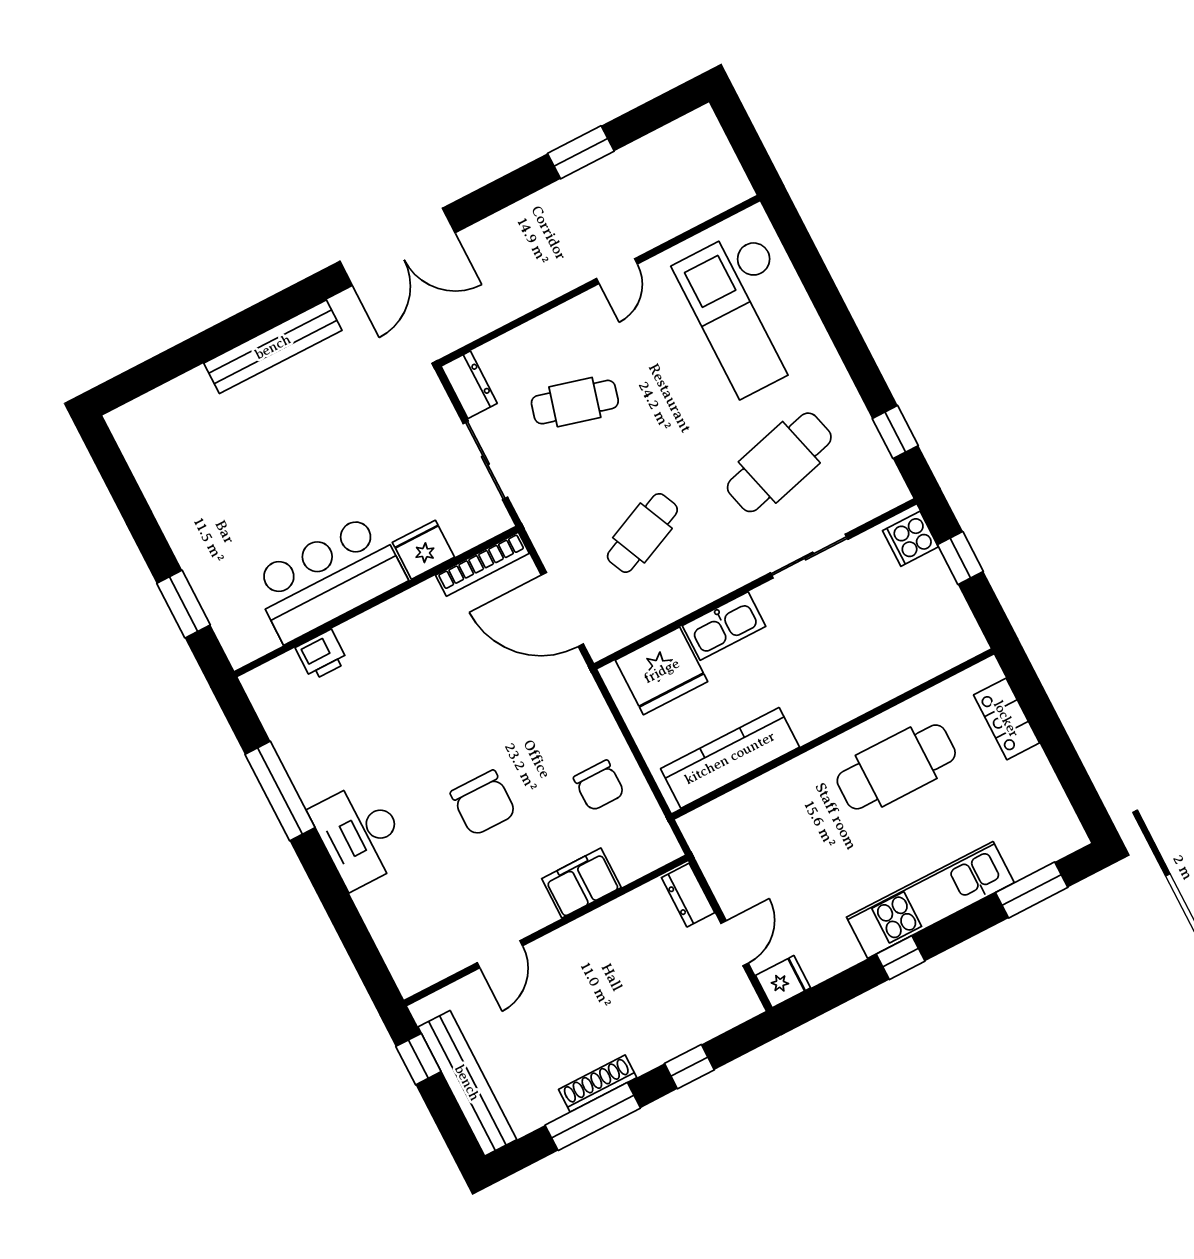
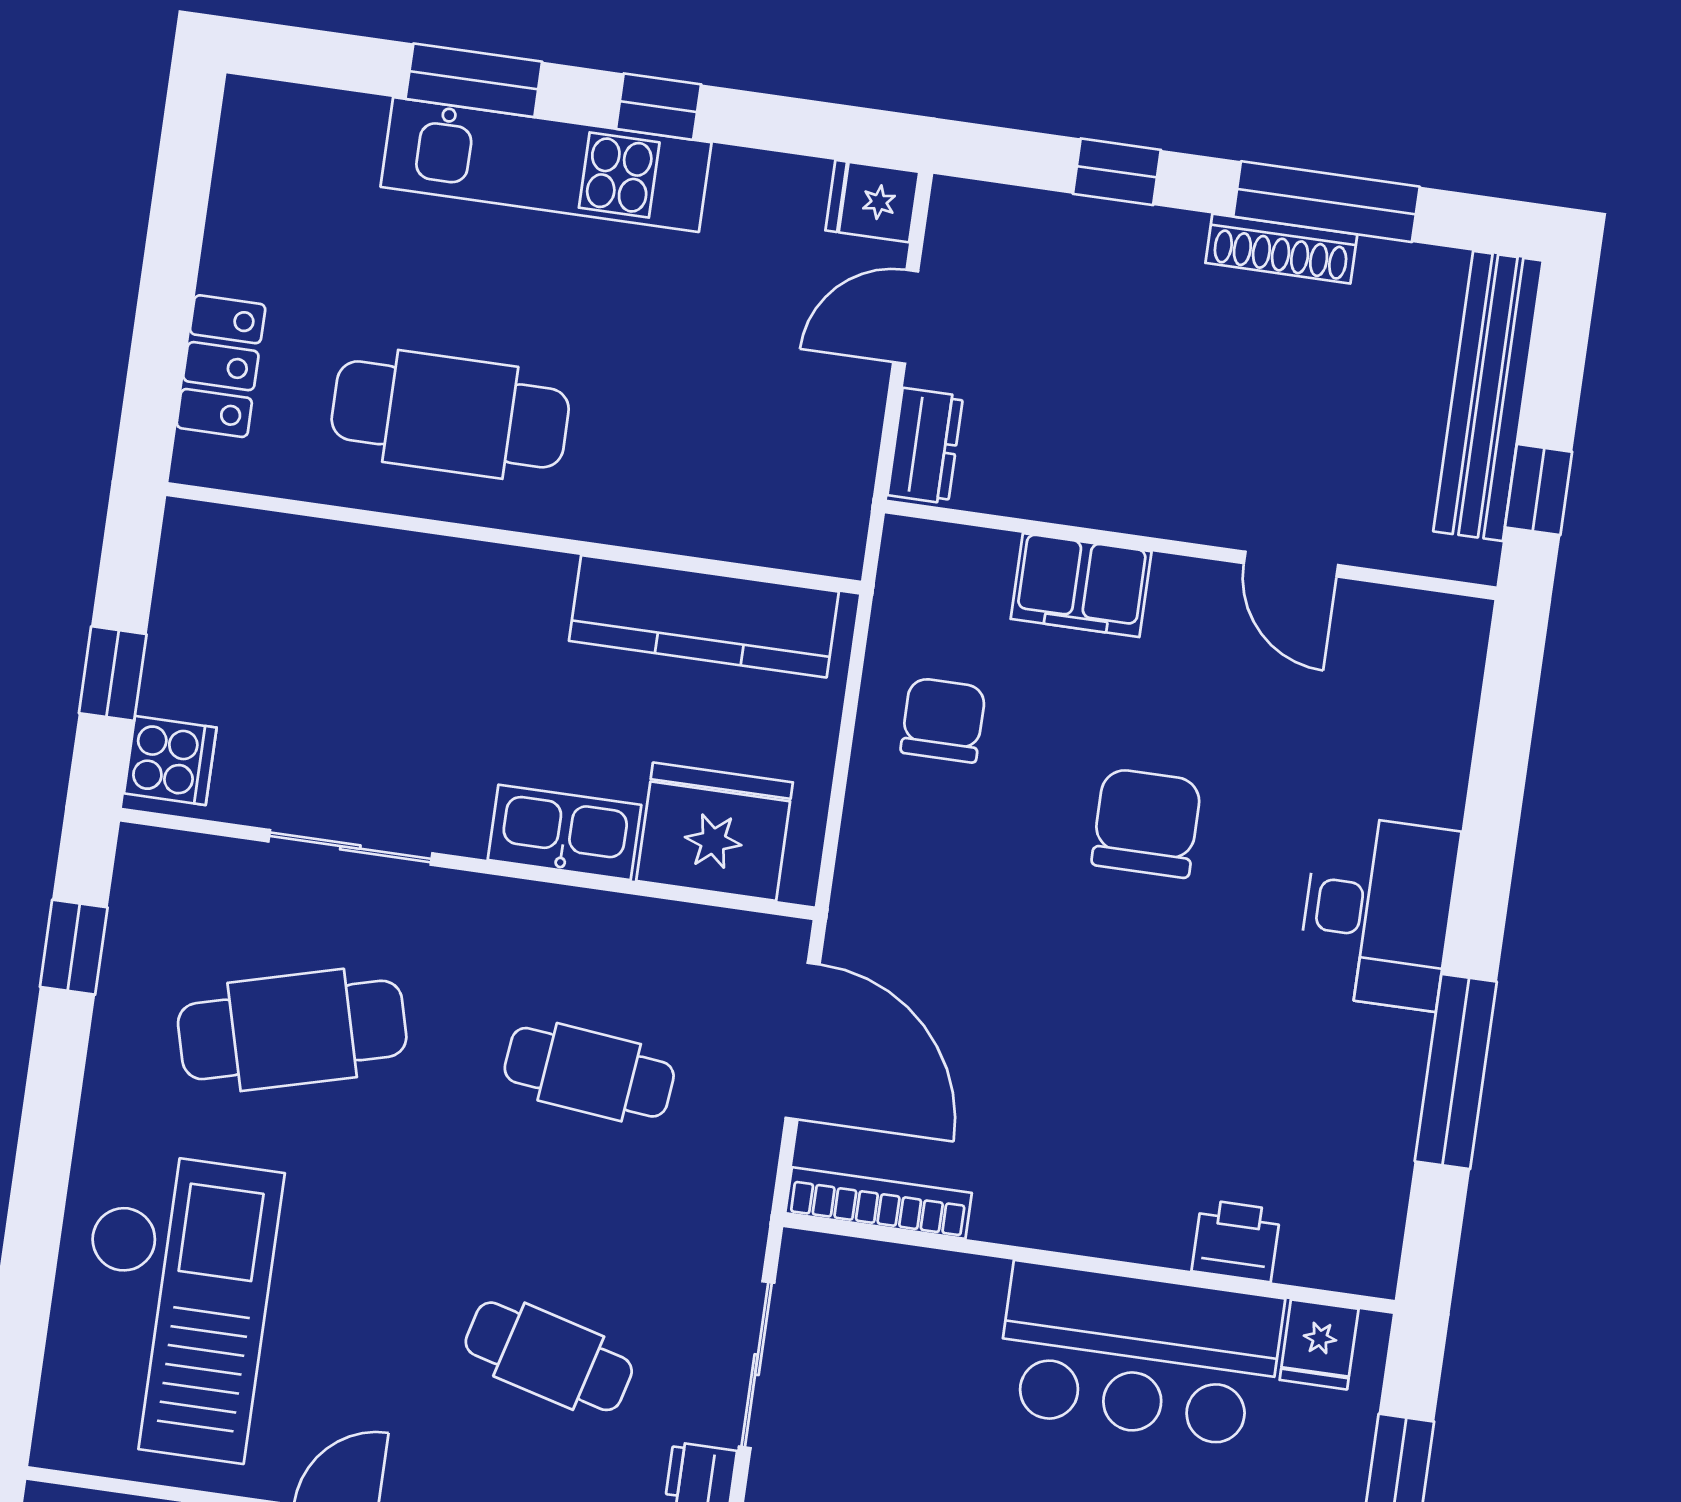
cafe table: (642, 533) -> (589, 1072), turned 30
fridge: (423, 550) -> (1319, 1344), moved, width x0.72
window: (1032, 890) -> (474, 80), moved
door: (500, 954) -> (1291, 564), swing flipped

